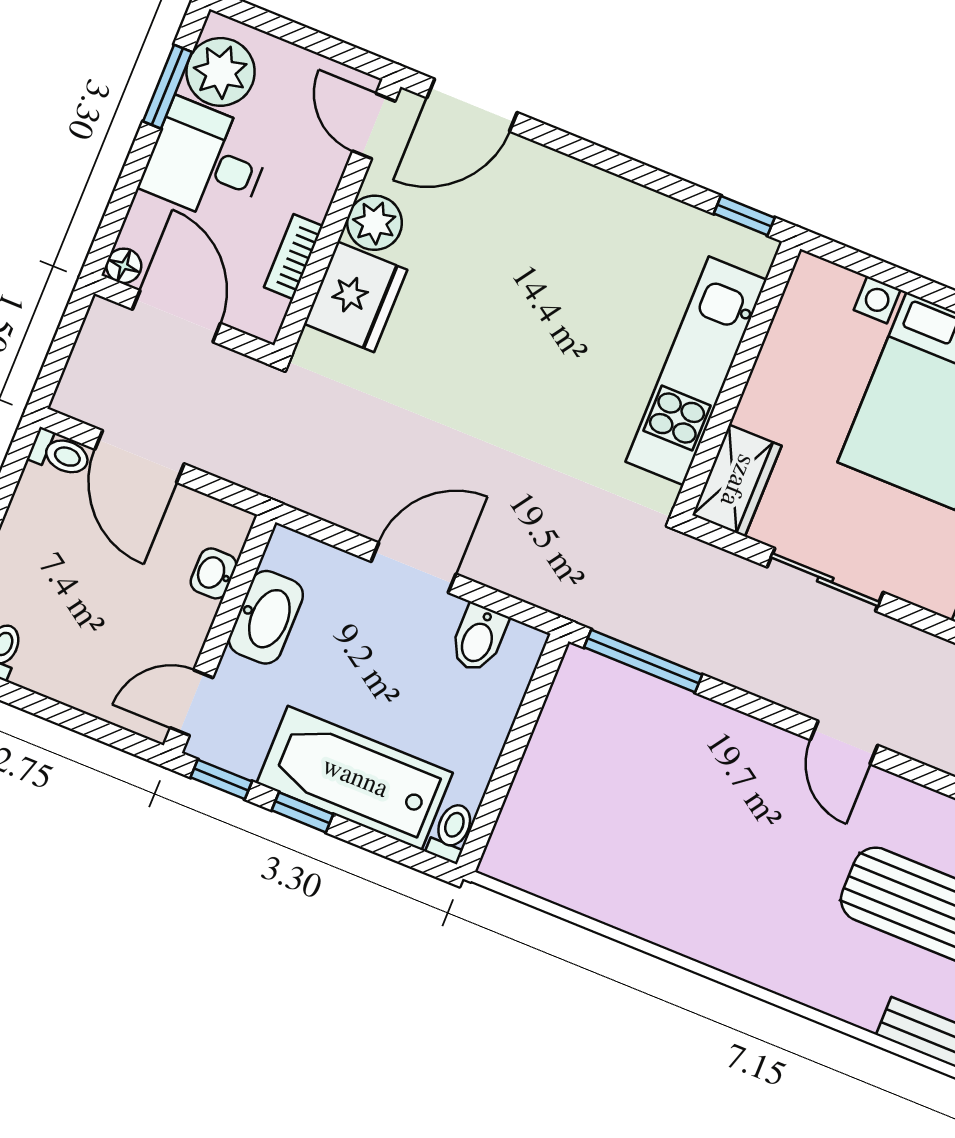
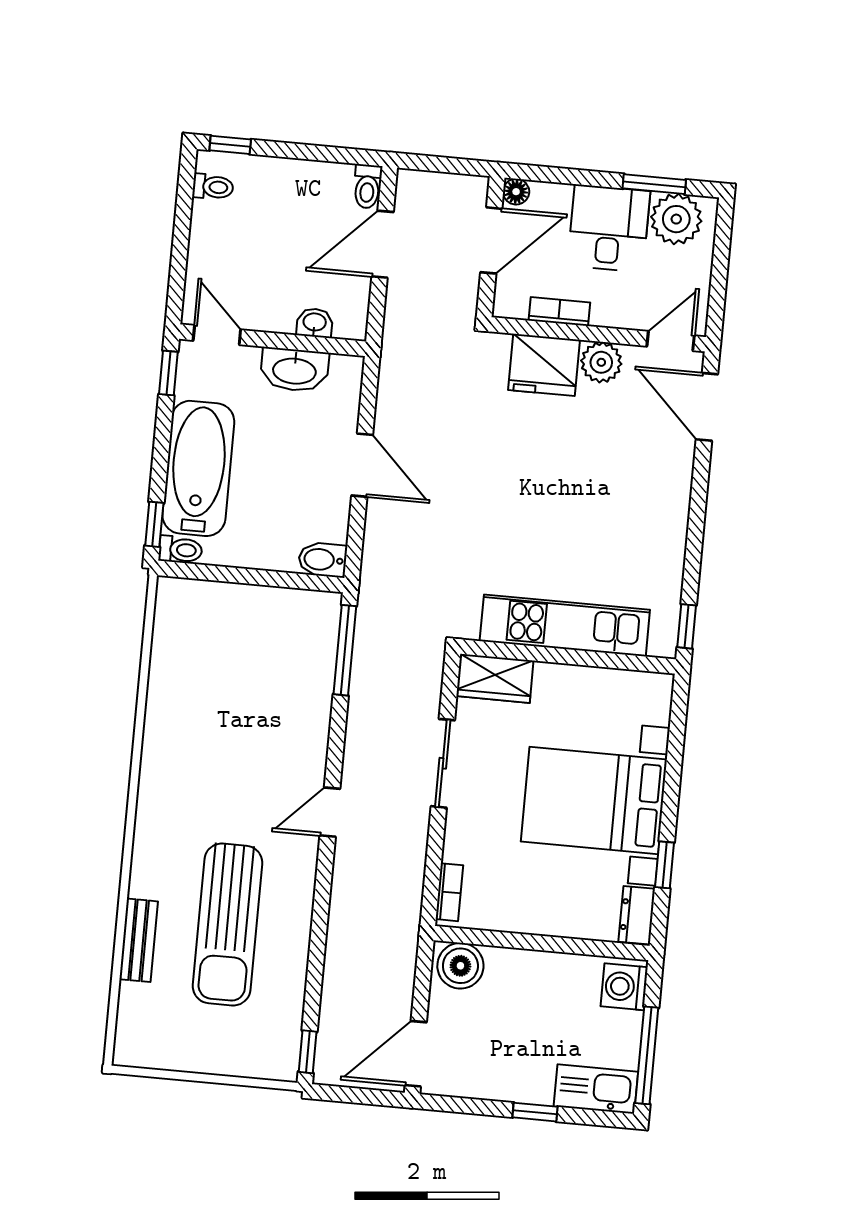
bidet: (479, 638) -> (322, 560), moved
window: (302, 812) -> (154, 524), moved

